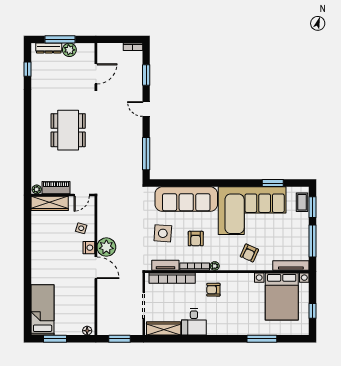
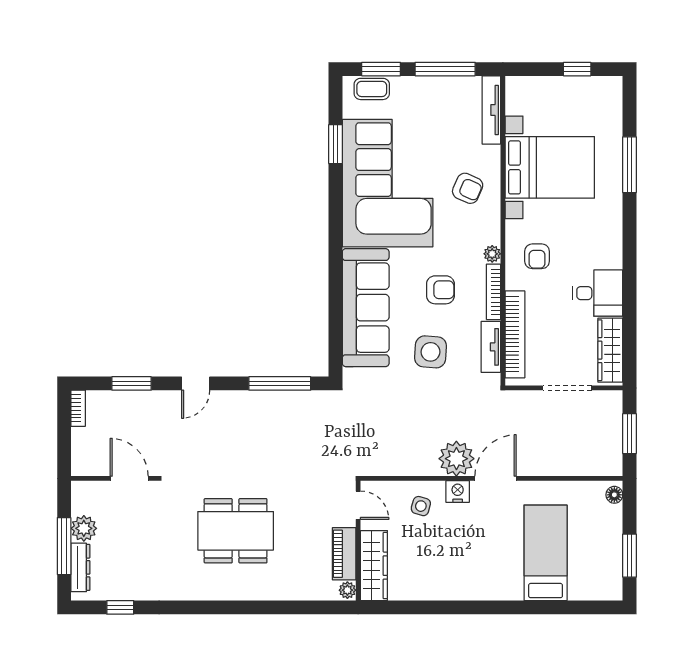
bed with nightstands: (282, 296) -> (550, 167), moved
bed: (43, 310) -> (546, 553), moved, turned 90

